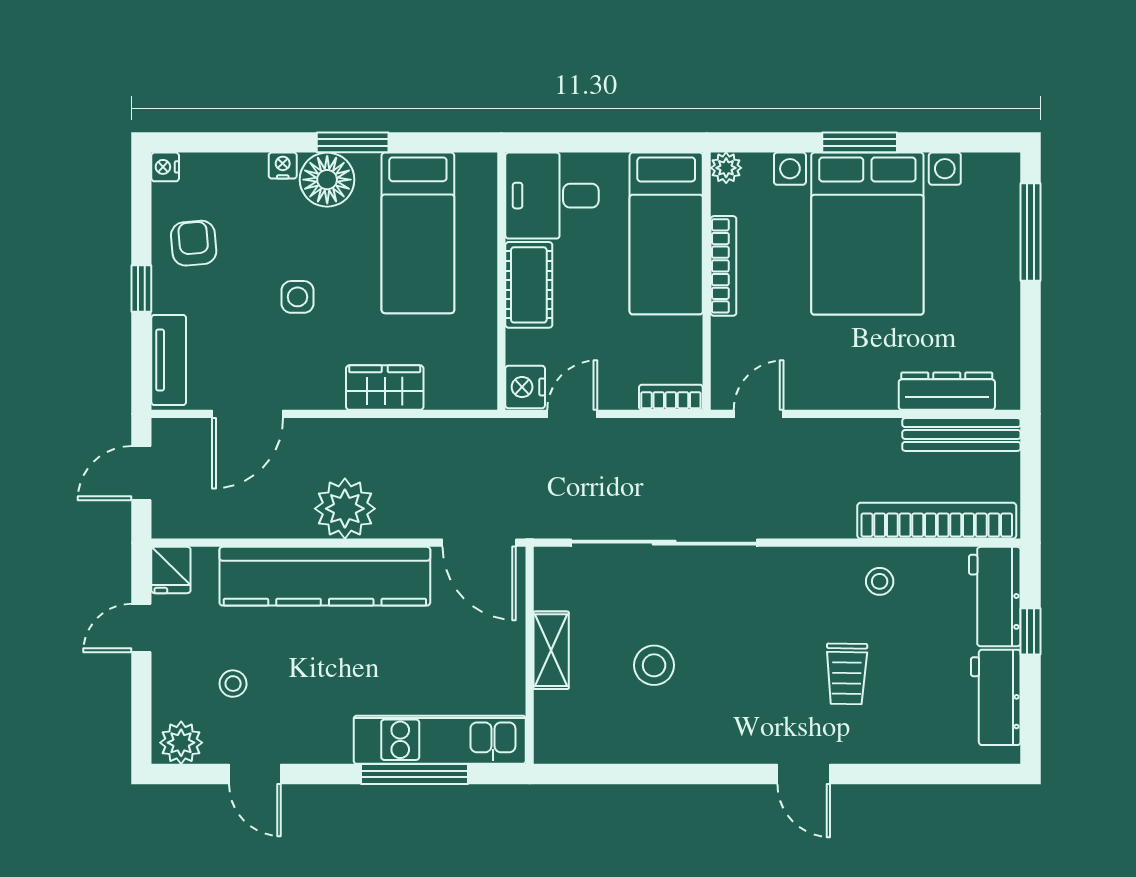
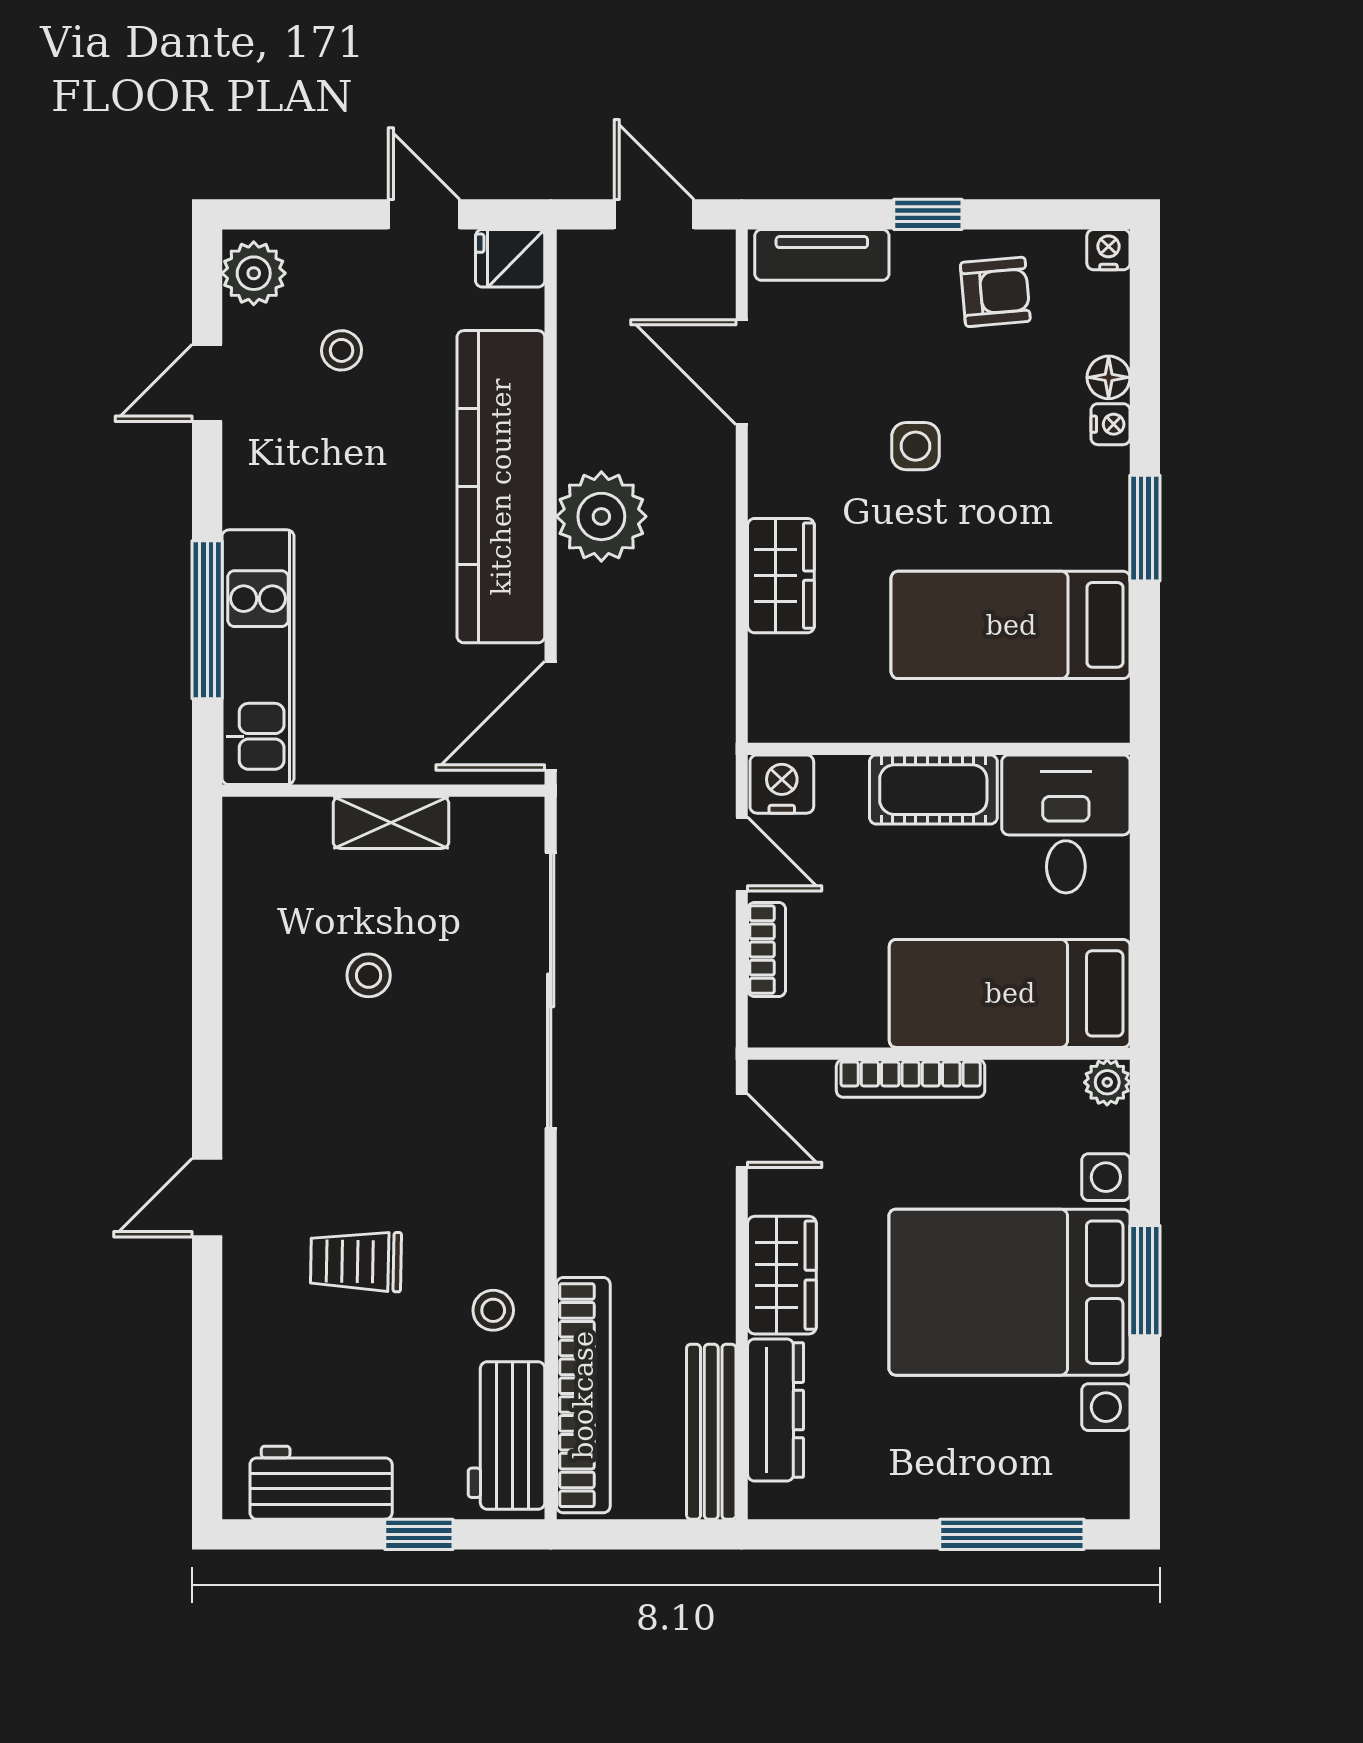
floor lamp: (327, 180) -> (1109, 377), moved, width x0.53, depth x0.53
bookcase: (723, 266) -> (911, 1078), moved
wardrobe: (856, 387) -> (782, 1275), added
bookcase: (671, 397) -> (767, 949), moved
workbench: (995, 597) -> (506, 1435), moved, turned -90
stool: (654, 665) -> (369, 975), width x0.73, depth x0.73

